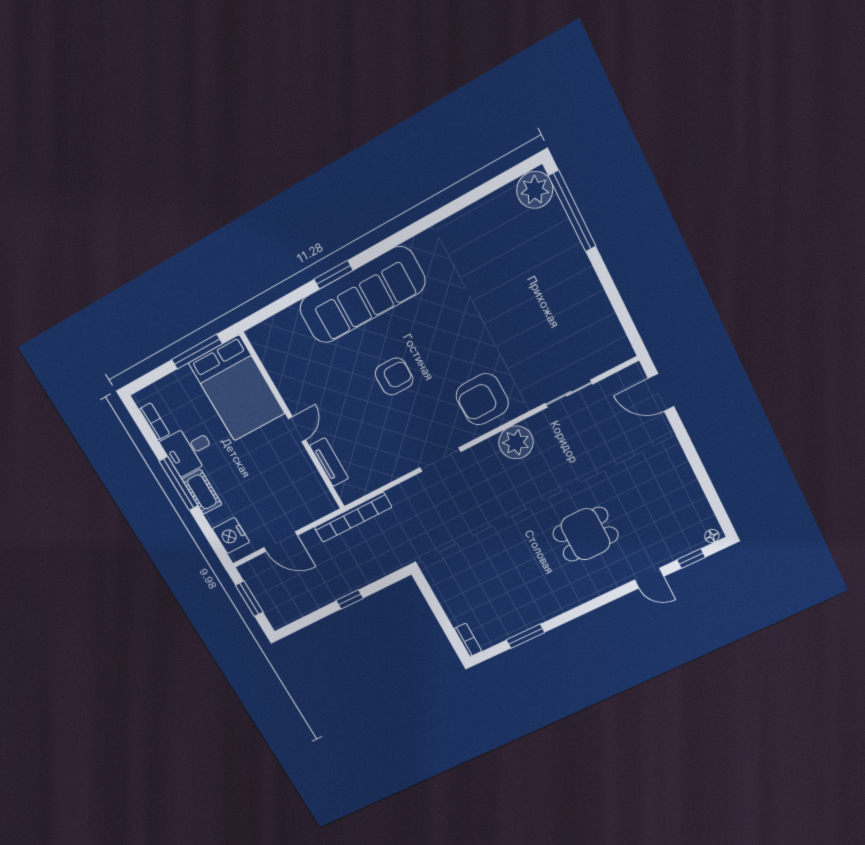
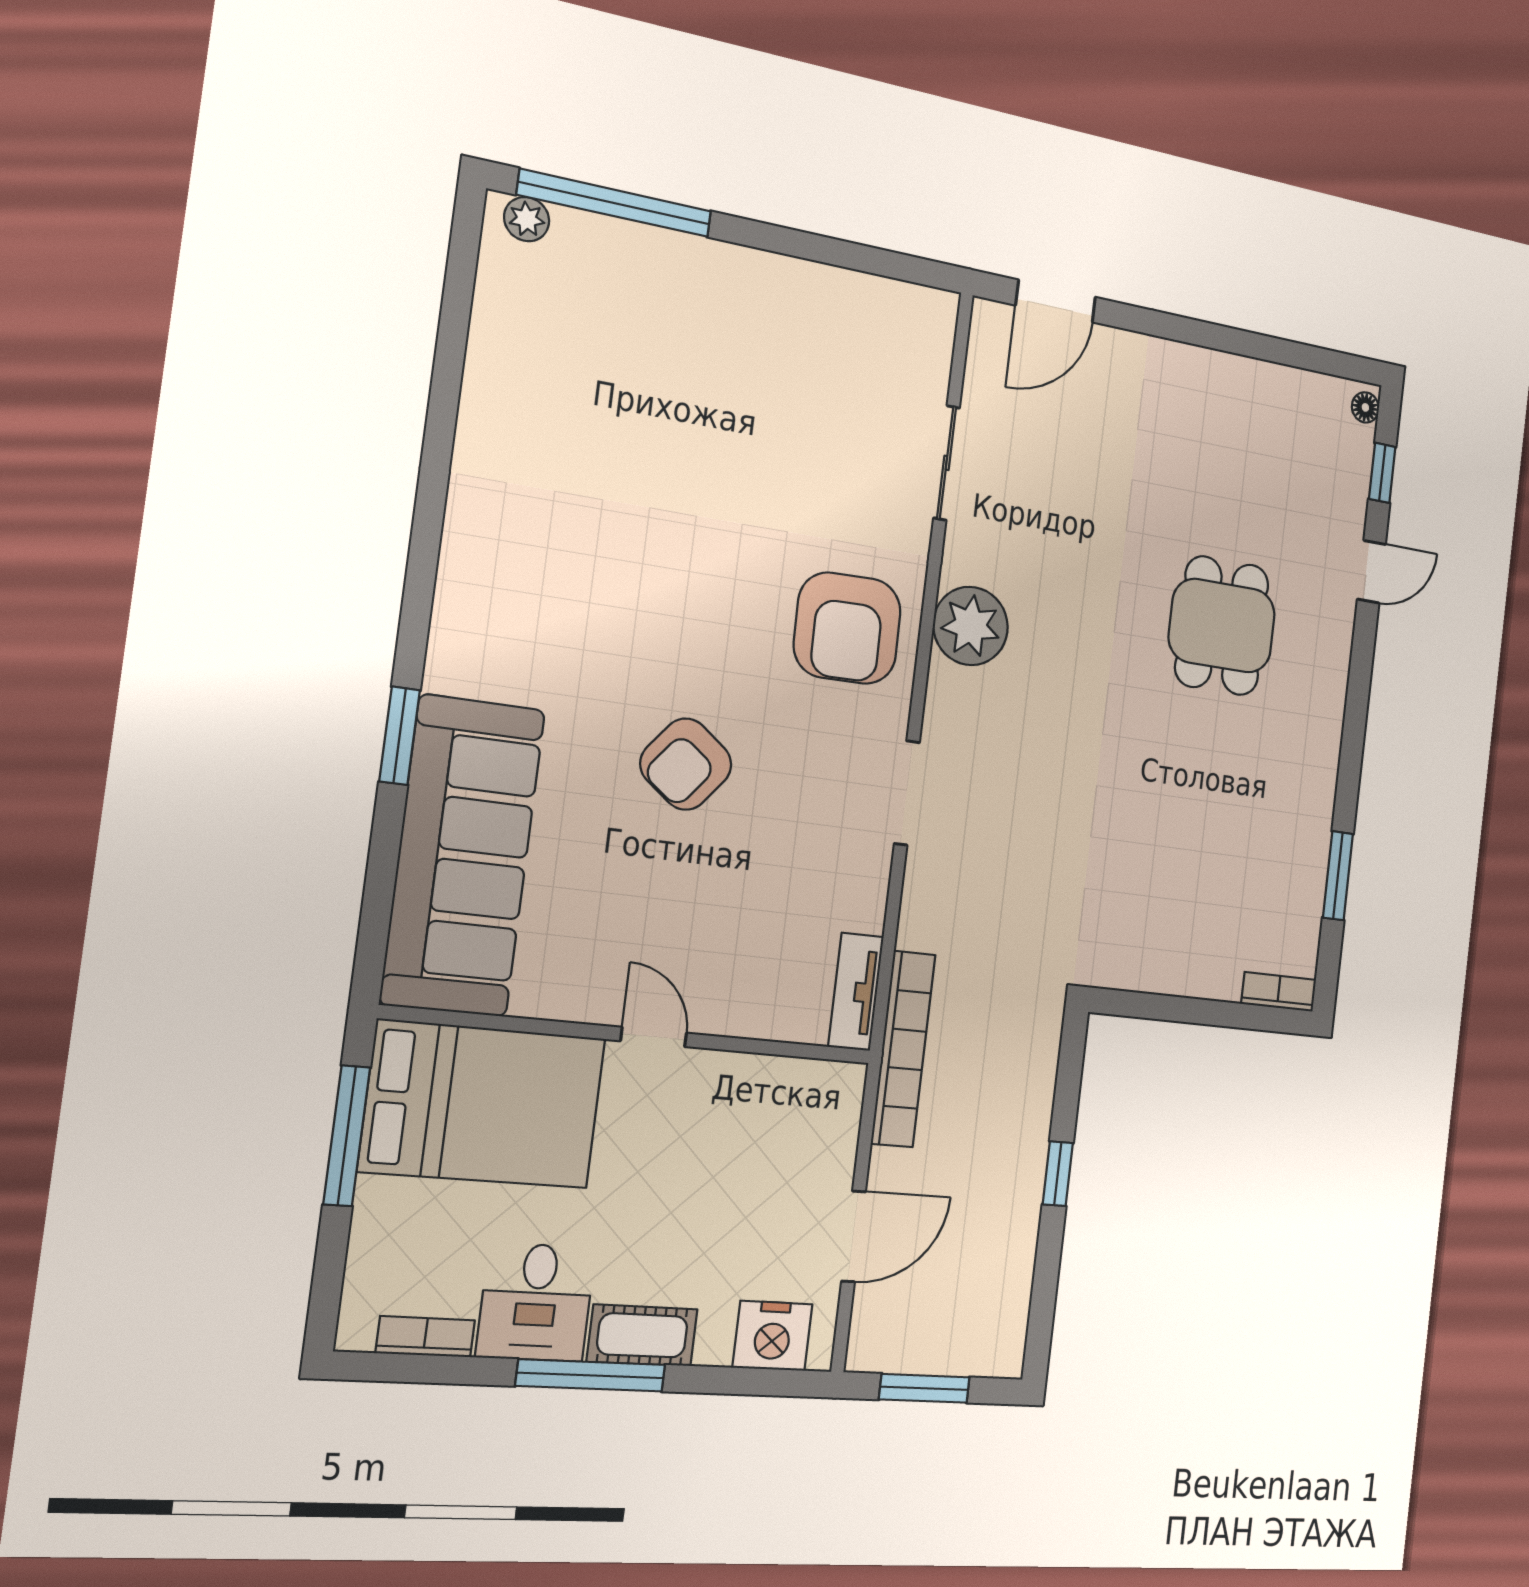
plant: (535, 190) -> (527, 219), width x0.53, depth x0.53
sofa: (362, 295) -> (463, 856), moved
armchair: (394, 376) -> (686, 764), turned -142
tv unit: (329, 462) -> (856, 992), moved, turned -90

